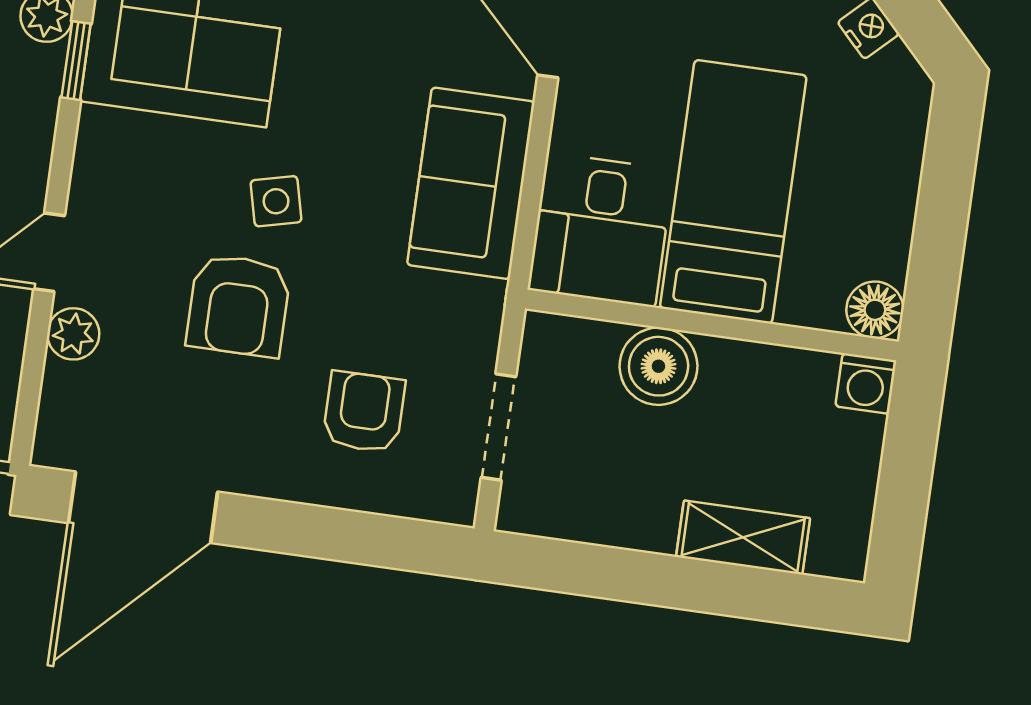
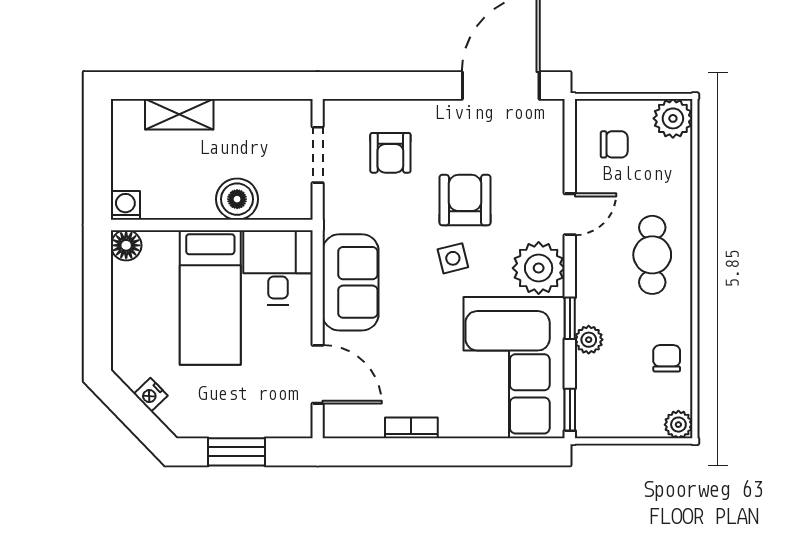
plant: (73, 334) -> (539, 268), moved, width x1.88, depth x1.88

